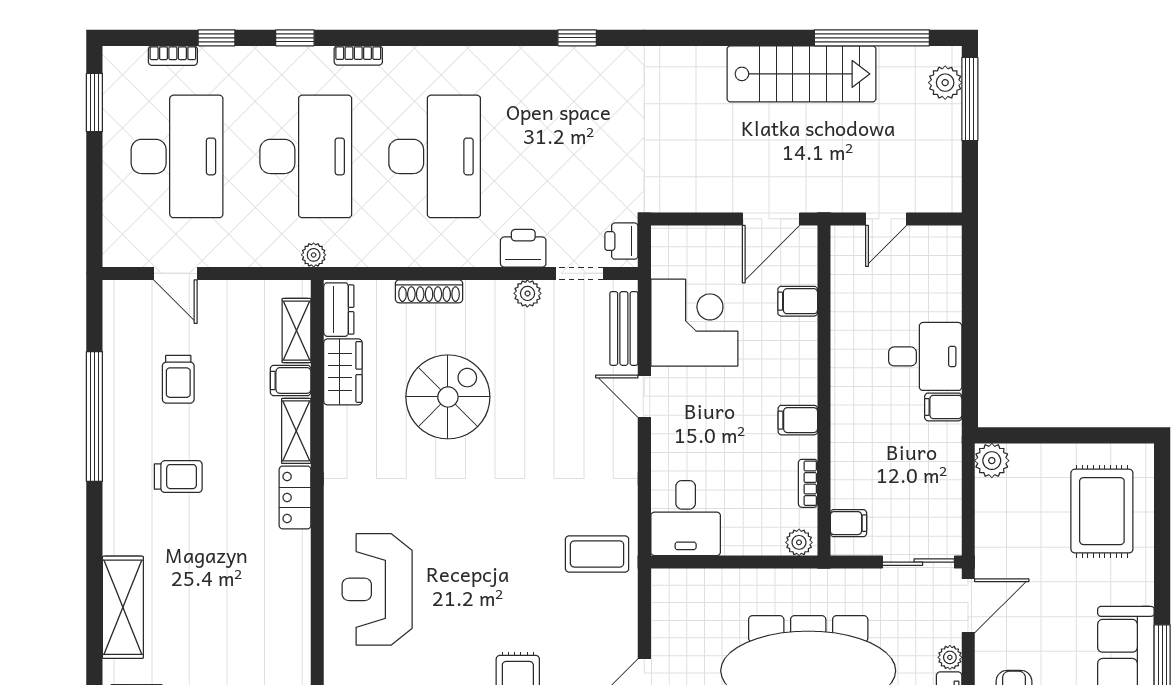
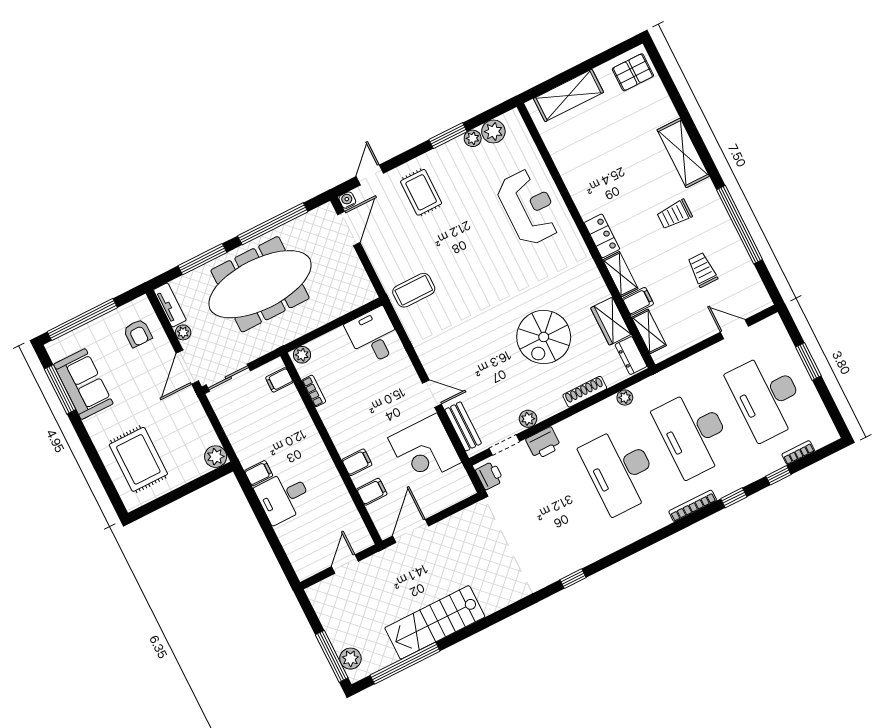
bookcase: (358, 55) -> (693, 506), width x1.56
window: (94, 103) -> (808, 361), moved
plant: (314, 255) -> (625, 398), moved
filing cabinet: (798, 420) -> (357, 462), moved
shelving: (123, 607) -> (683, 153), moved

